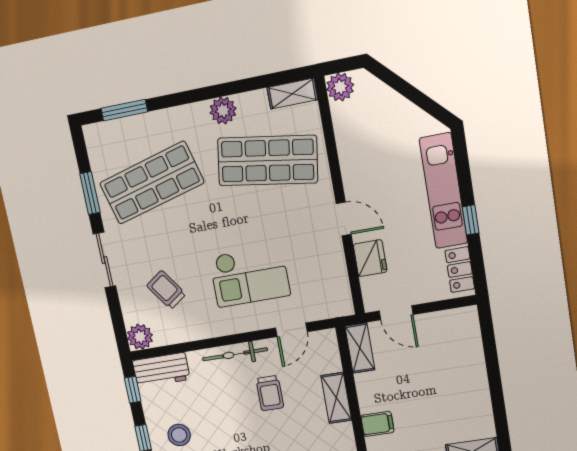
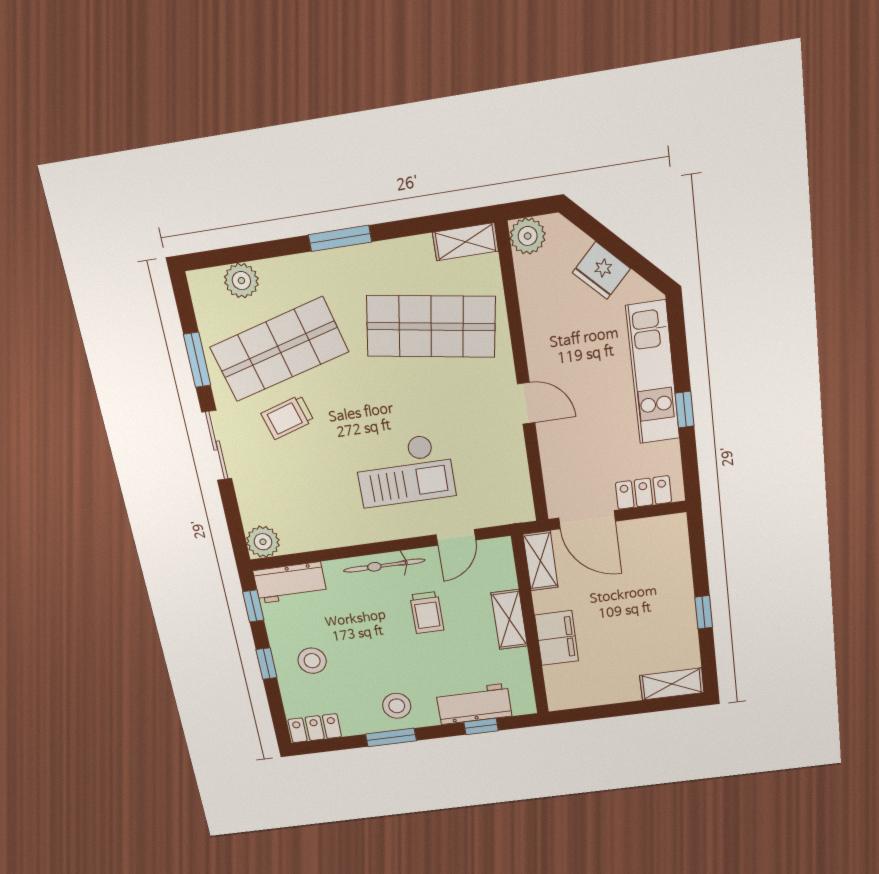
window: (124, 110) -> (340, 238), moved
plant: (223, 111) -> (241, 281), moved
fridge: (370, 258) -> (601, 271), moved, turned 135
locker: (460, 270) -> (643, 492), moved, turned 90
trolley: (166, 290) -> (287, 417), moved, turned -72
door: (396, 313) -> (587, 520), width x1.38
window: (496, 389) -> (704, 612), added
filing cabinet: (377, 424) -> (557, 638), width x2.00

